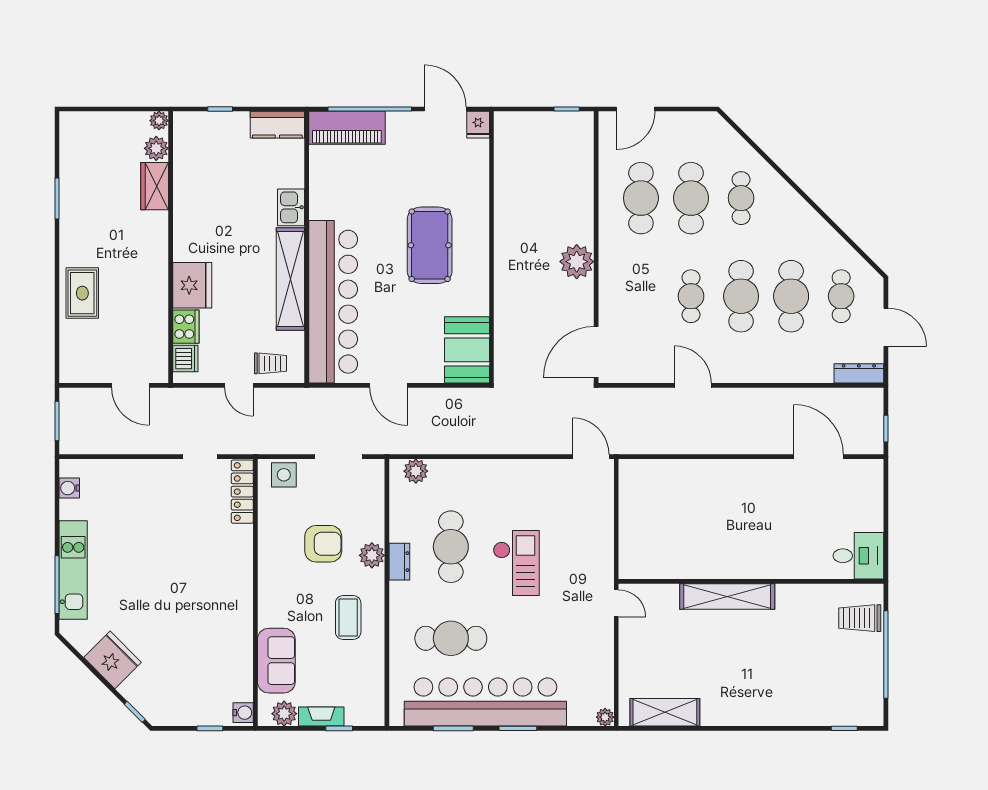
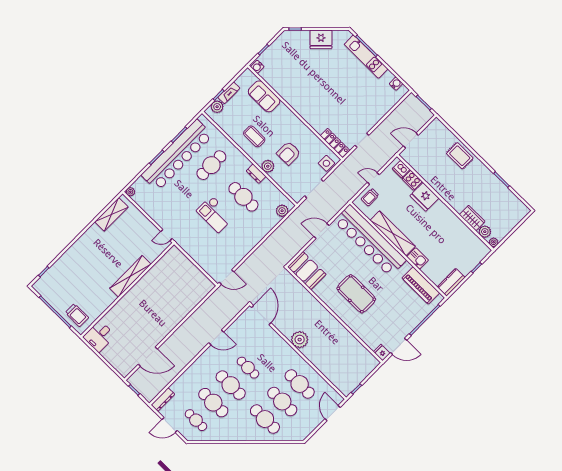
piano: (347, 128) -> (421, 285), moved, turned -90
cafe table: (741, 198) -> (265, 419), width x1.37, depth x1.35
trolley: (860, 618) -> (77, 315), turned 90
plant: (284, 714) -> (217, 107), moved

